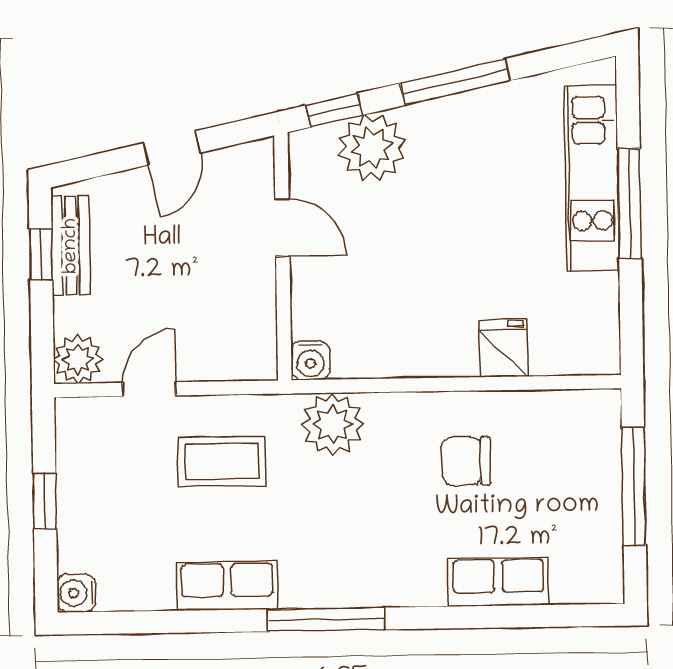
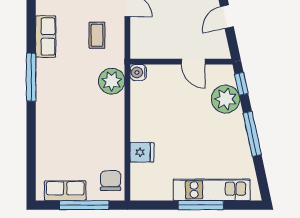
door: (172, 148) -> (227, 17), hinge flipped
door: (282, 228) -> (193, 62), hinge flipped
chair: (466, 461) -> (111, 181), moved
coffee table: (222, 462) -> (97, 35), width x0.73, depth x0.77
row of seats: (498, 582) -> (65, 191), moved, turned -90

